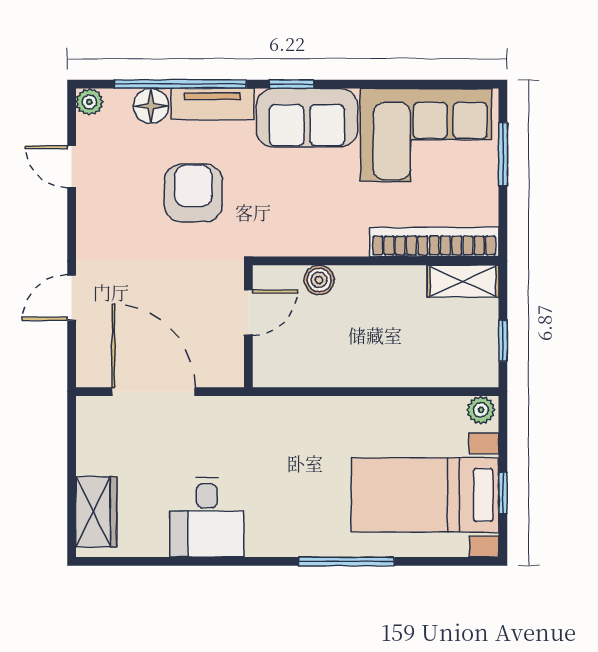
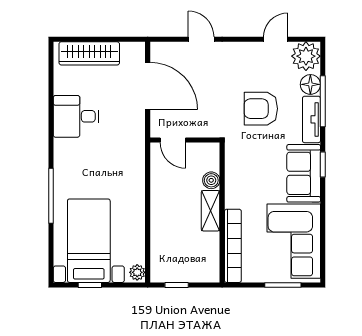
window: (180, 84) -> (323, 101), width x0.68
plant: (89, 102) -> (306, 56), width x1.88, depth x1.88
armchair: (193, 193) -> (261, 109), turned 180
shelving: (463, 281) -> (211, 211), moved
door: (248, 312) -> (173, 140), moved
door: (153, 392) -> (148, 86), hinge flipped
wardrobe: (96, 512) -> (89, 53), width x1.50

